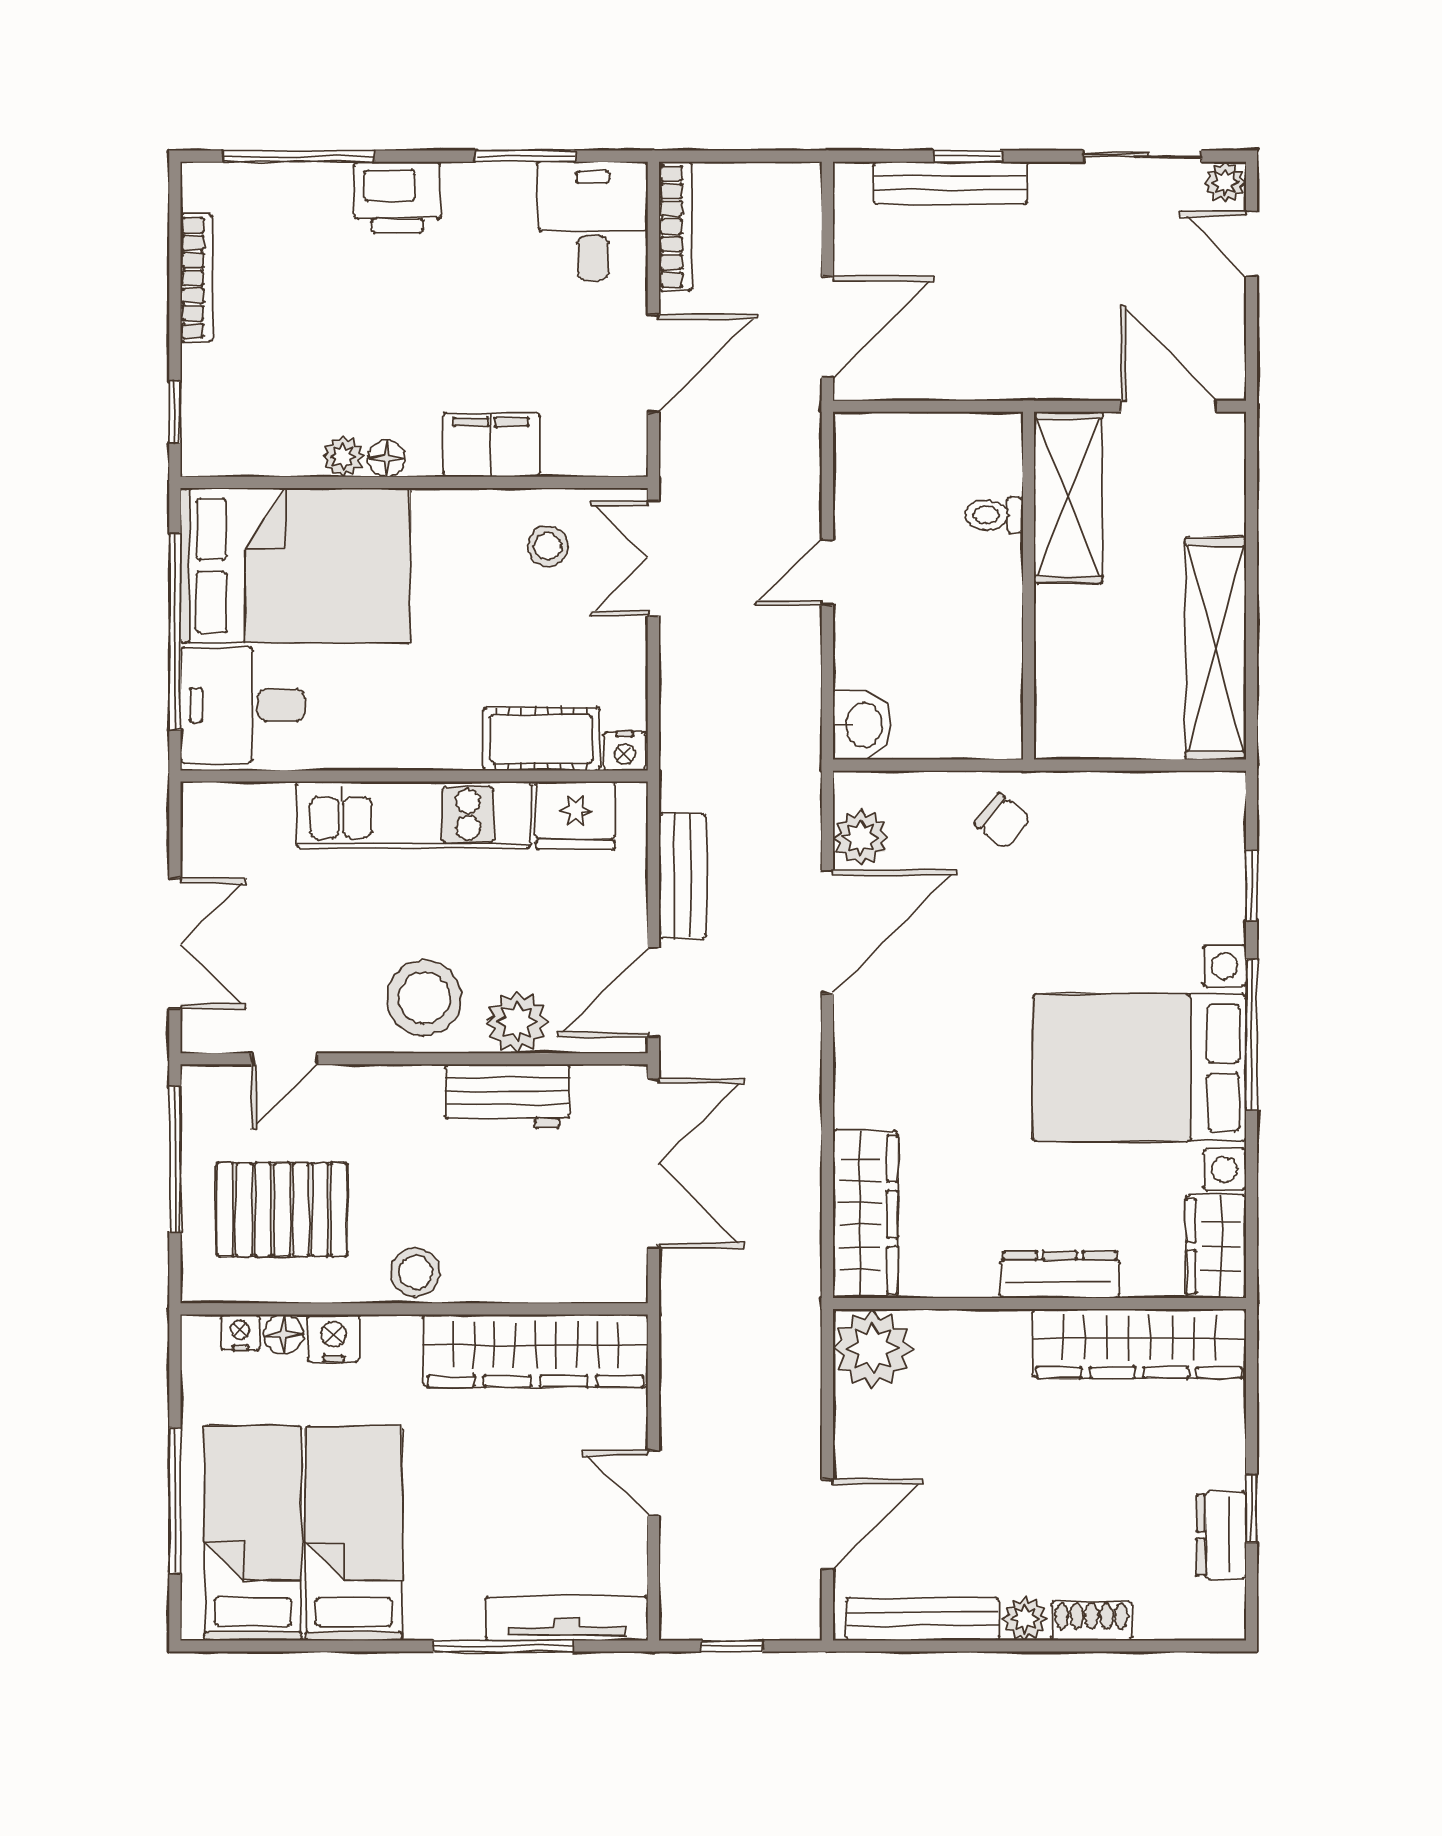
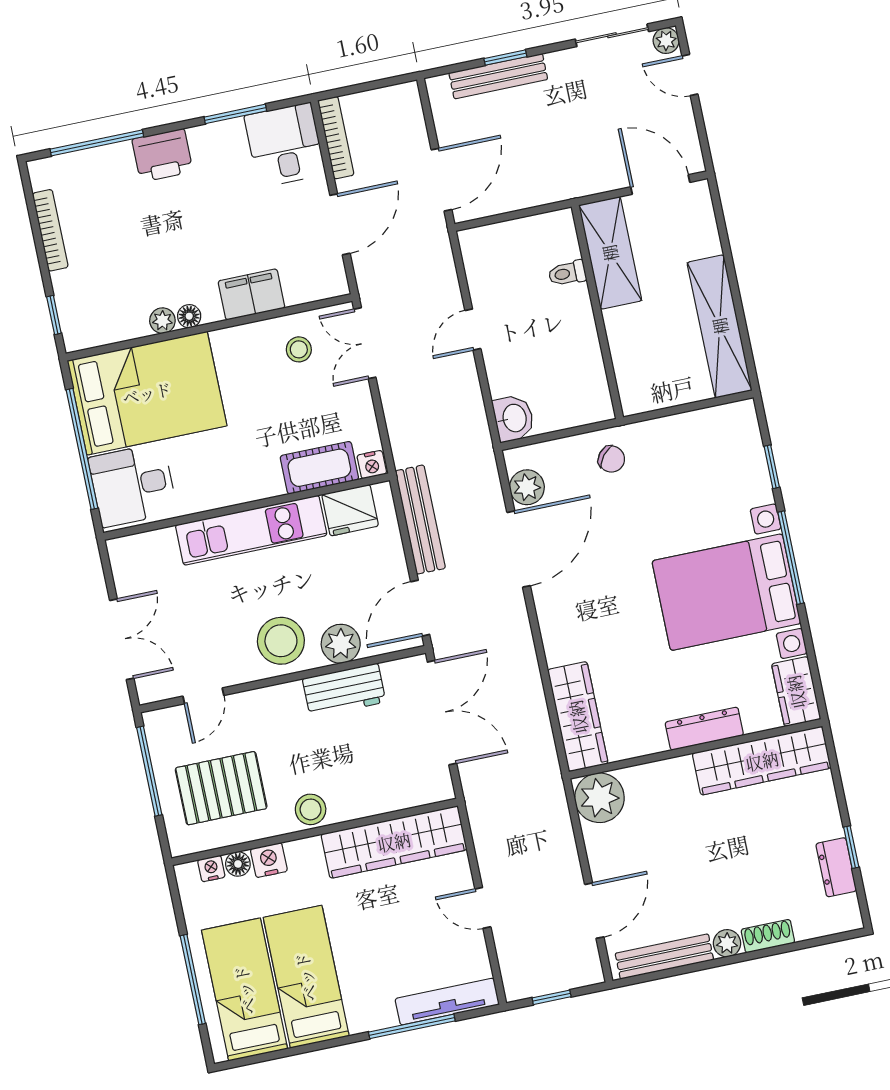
bench: (683, 876) -> (420, 520), width x1.36

